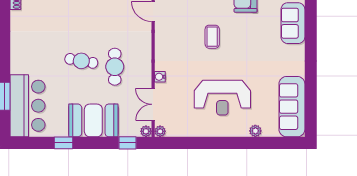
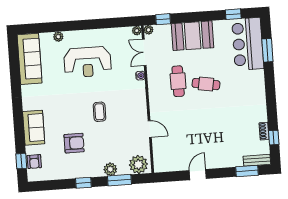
reception desk: (222, 98) -> (88, 62), turned 180
double door: (153, 104) -> (144, 52), swing flipped
window: (64, 143) -> (233, 14), moved

